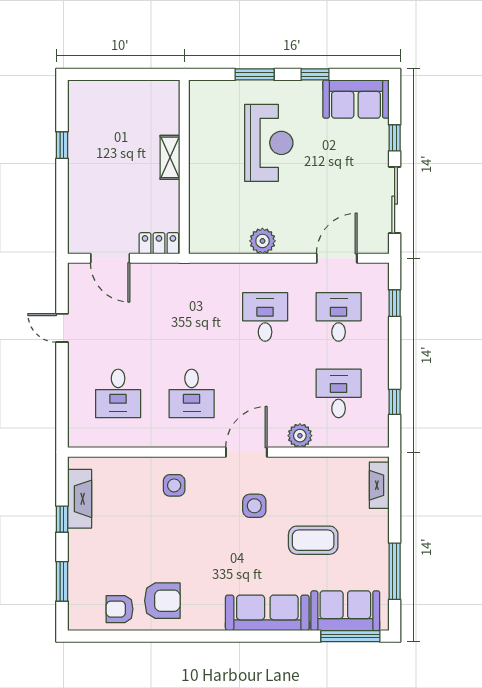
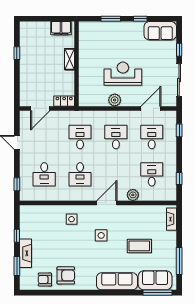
filing cabinet: (153, 94) -> (61, 28), added
reception desk: (269, 143) -> (123, 74), moved, turned -90
door: (110, 258) -> (40, 108), hinge flipped
desk: (192, 317) -> (80, 137), added
window: (62, 414) -> (17, 184), added
fireplace: (80, 499) -> (25, 253), moved
side table: (254, 506) -> (101, 235), moved

